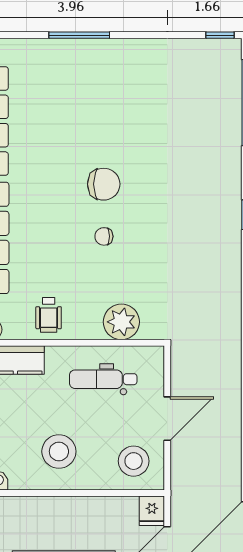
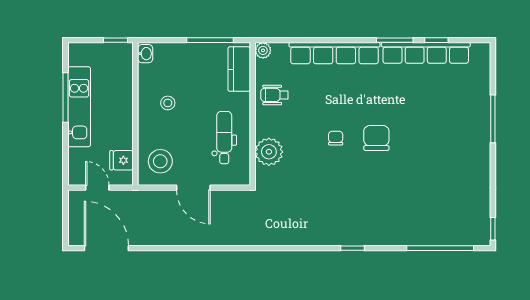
chair: (104, 184) -> (376, 138), turned 180
stool: (59, 451) -> (168, 103), width x0.53, depth x0.53
fridge: (152, 511) -> (122, 160), moved

